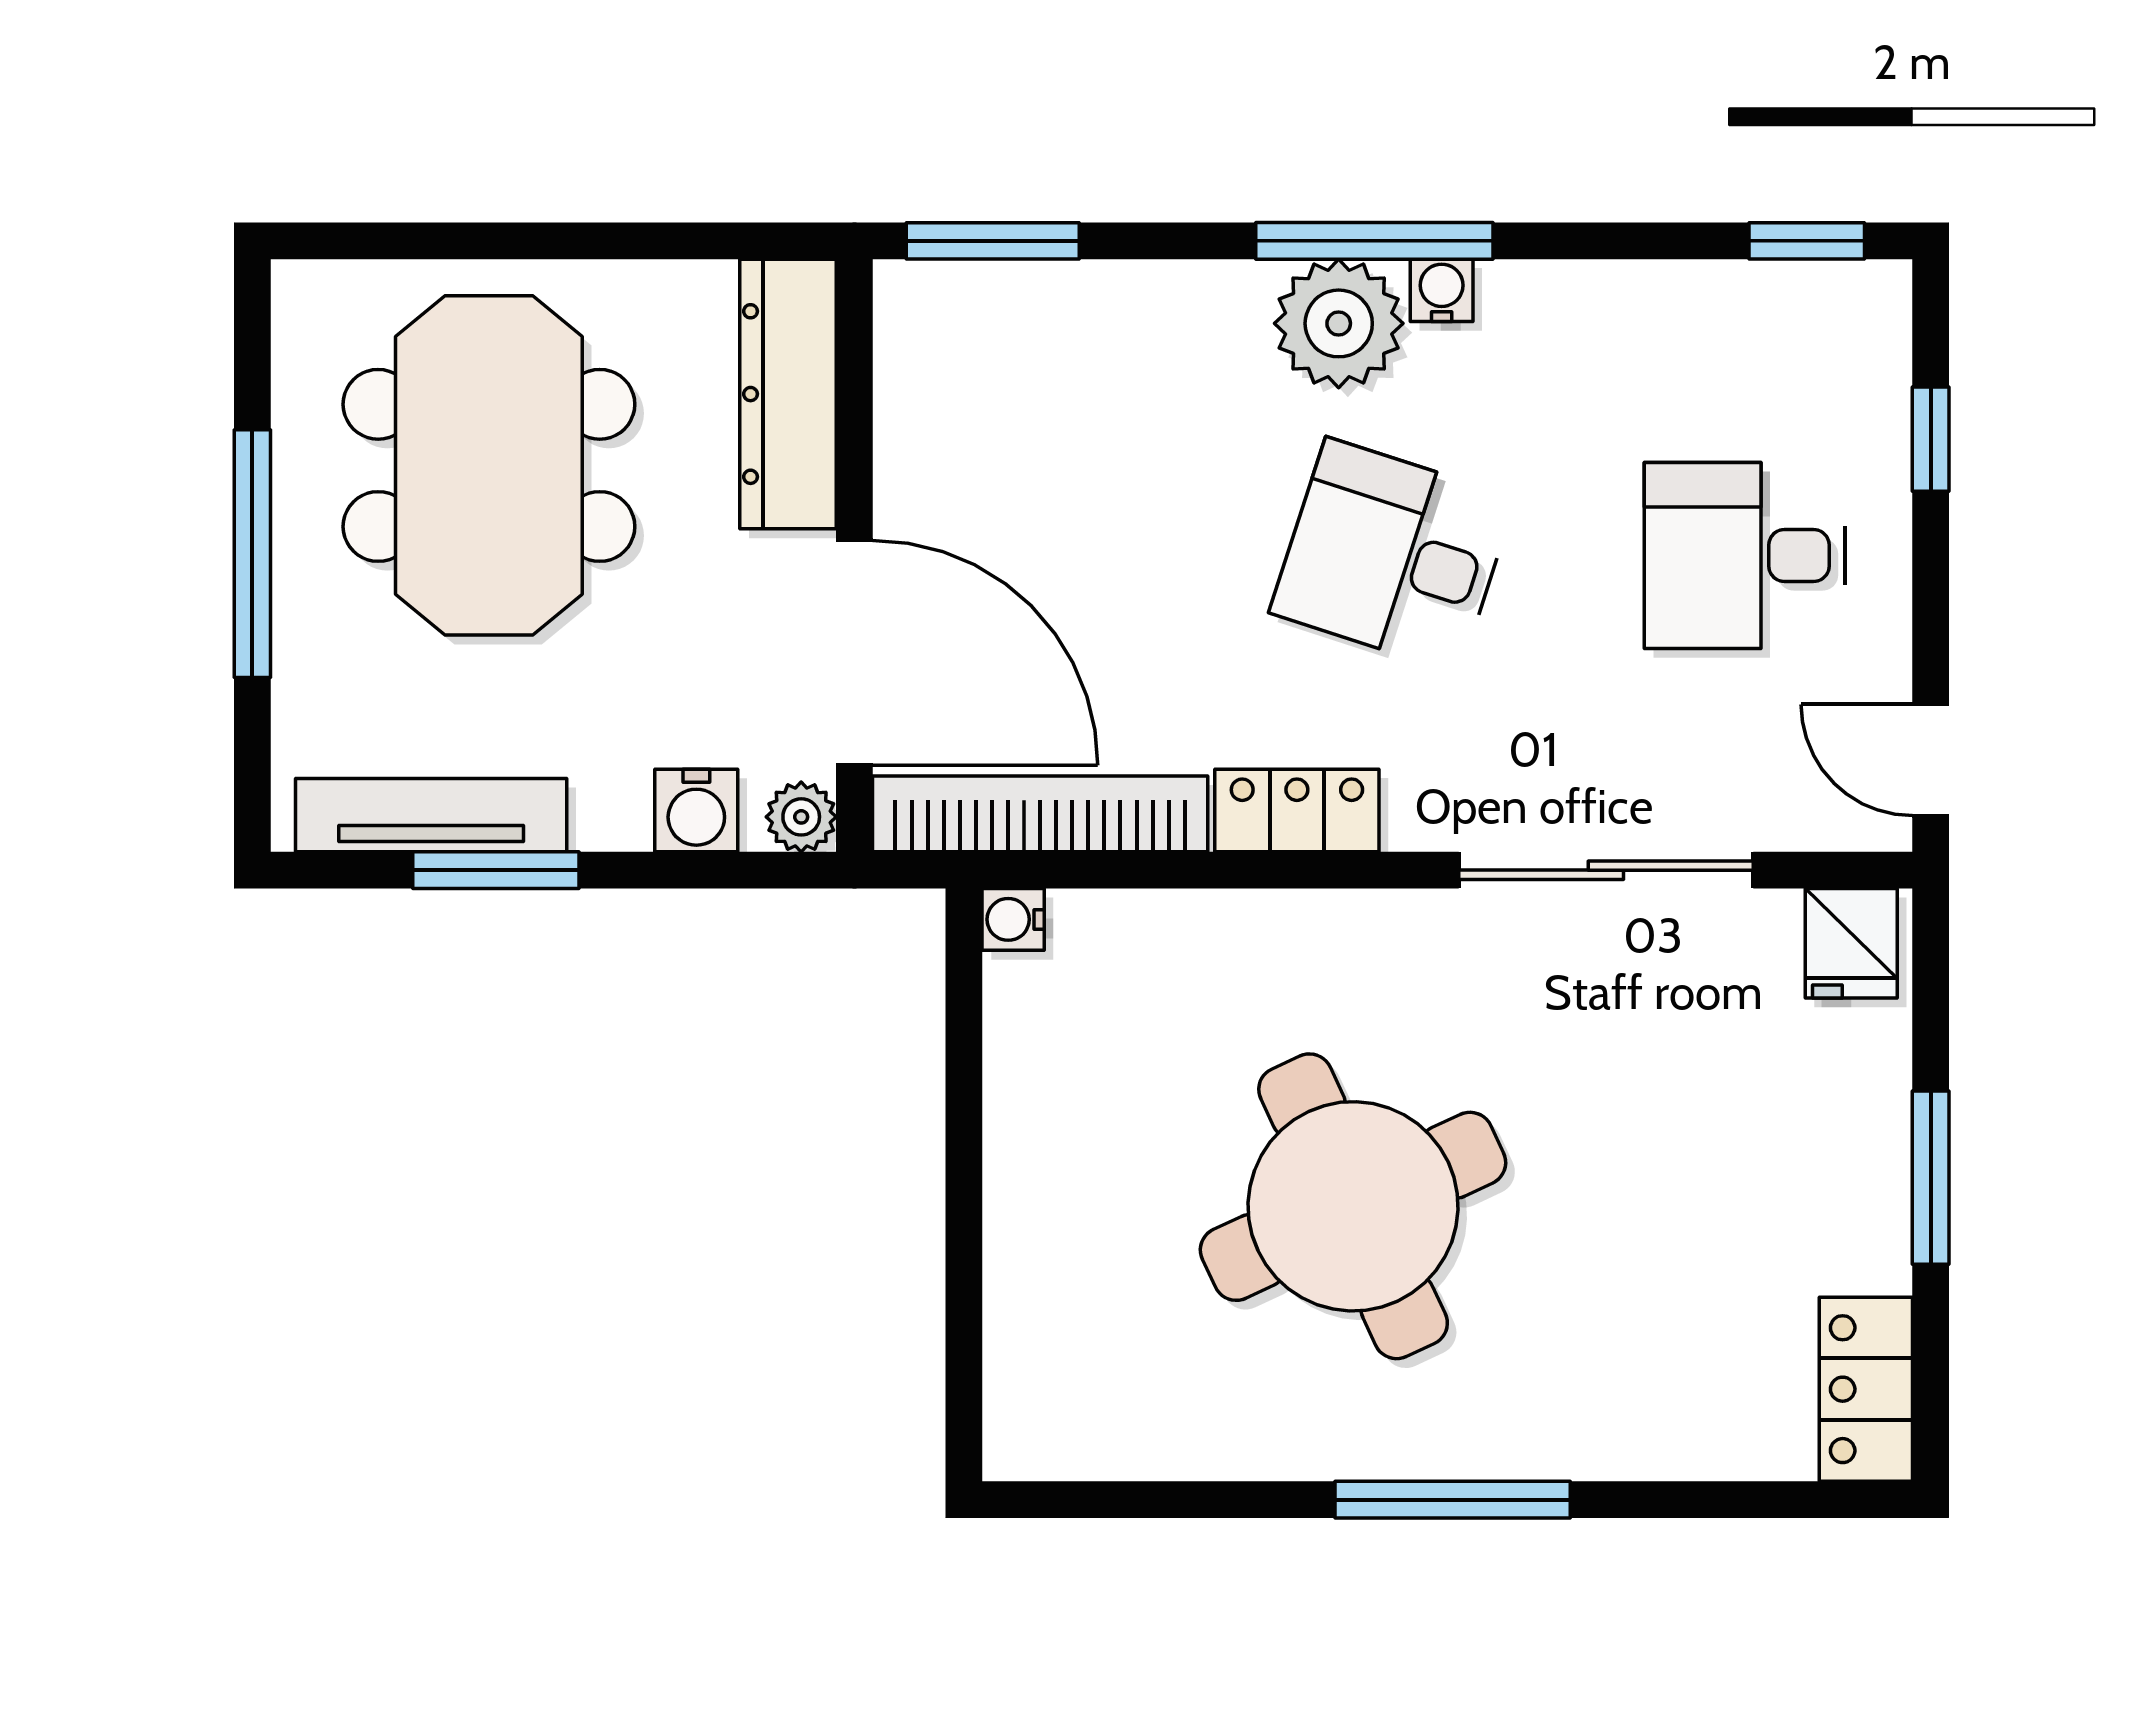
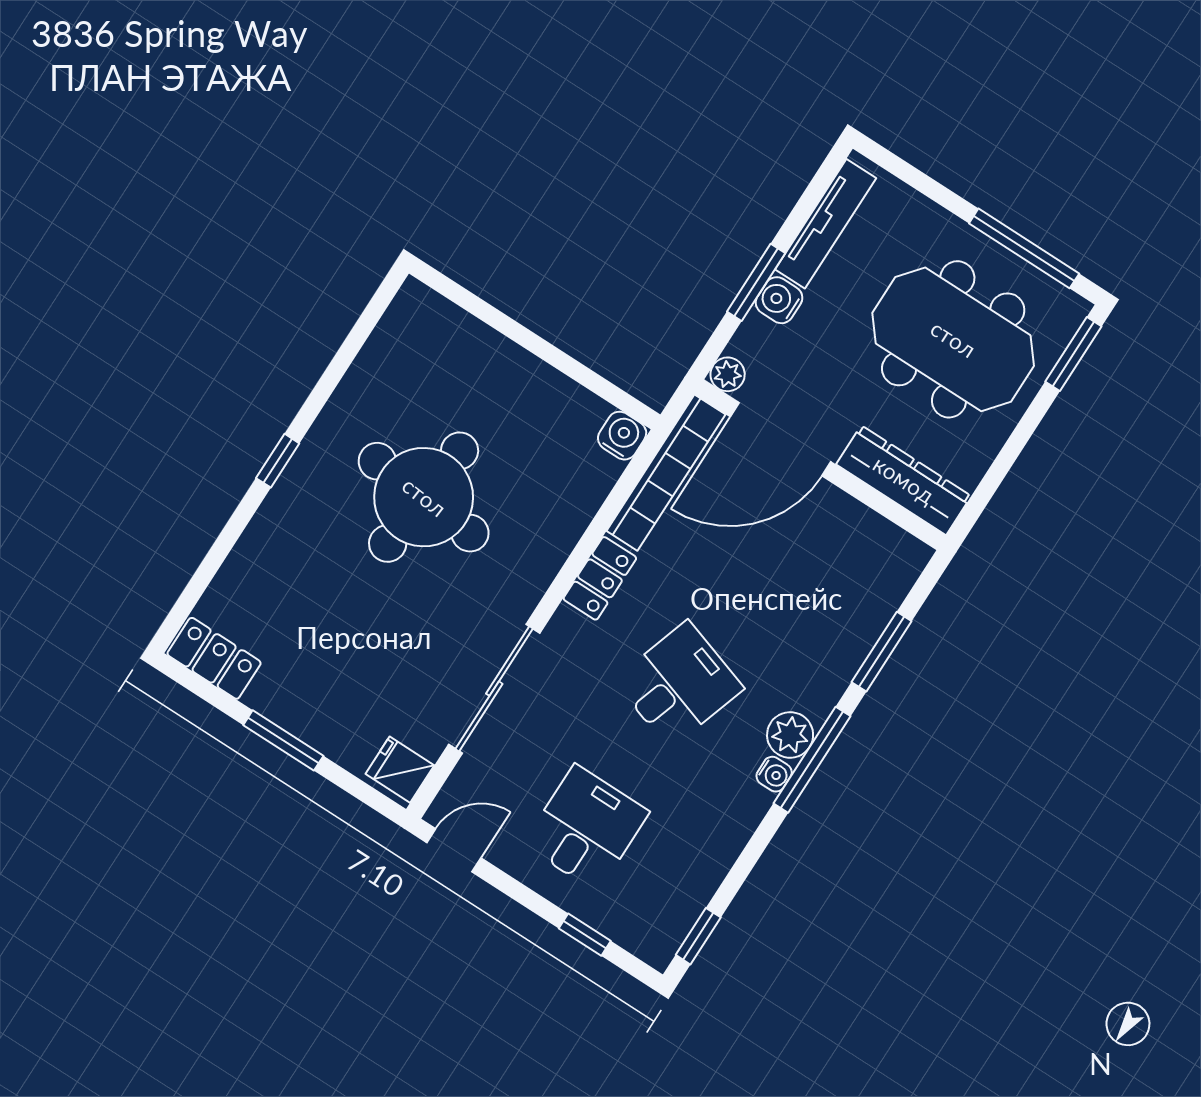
window: (380, 241) -> (1073, 354), added
window: (993, 241) -> (882, 652), moved
plant: (1339, 323) -> (790, 735), width x0.73, depth x0.73
window: (252, 554) -> (1024, 248), moved
water cooler: (696, 811) -> (779, 300), moved
window: (496, 870) -> (756, 282), moved
water cooler: (1013, 919) -> (622, 436), width x1.38, depth x1.38
round table: (1353, 1206) -> (424, 497), turned 30
window: (1453, 1500) -> (278, 461), width x0.46

